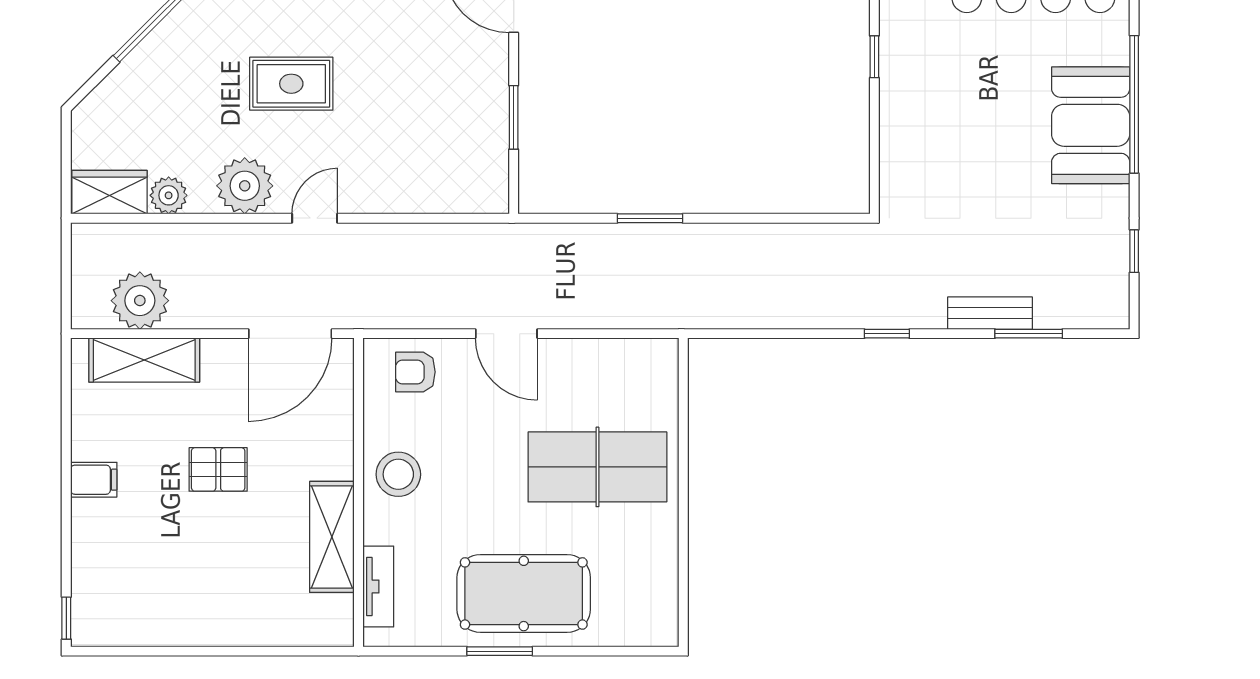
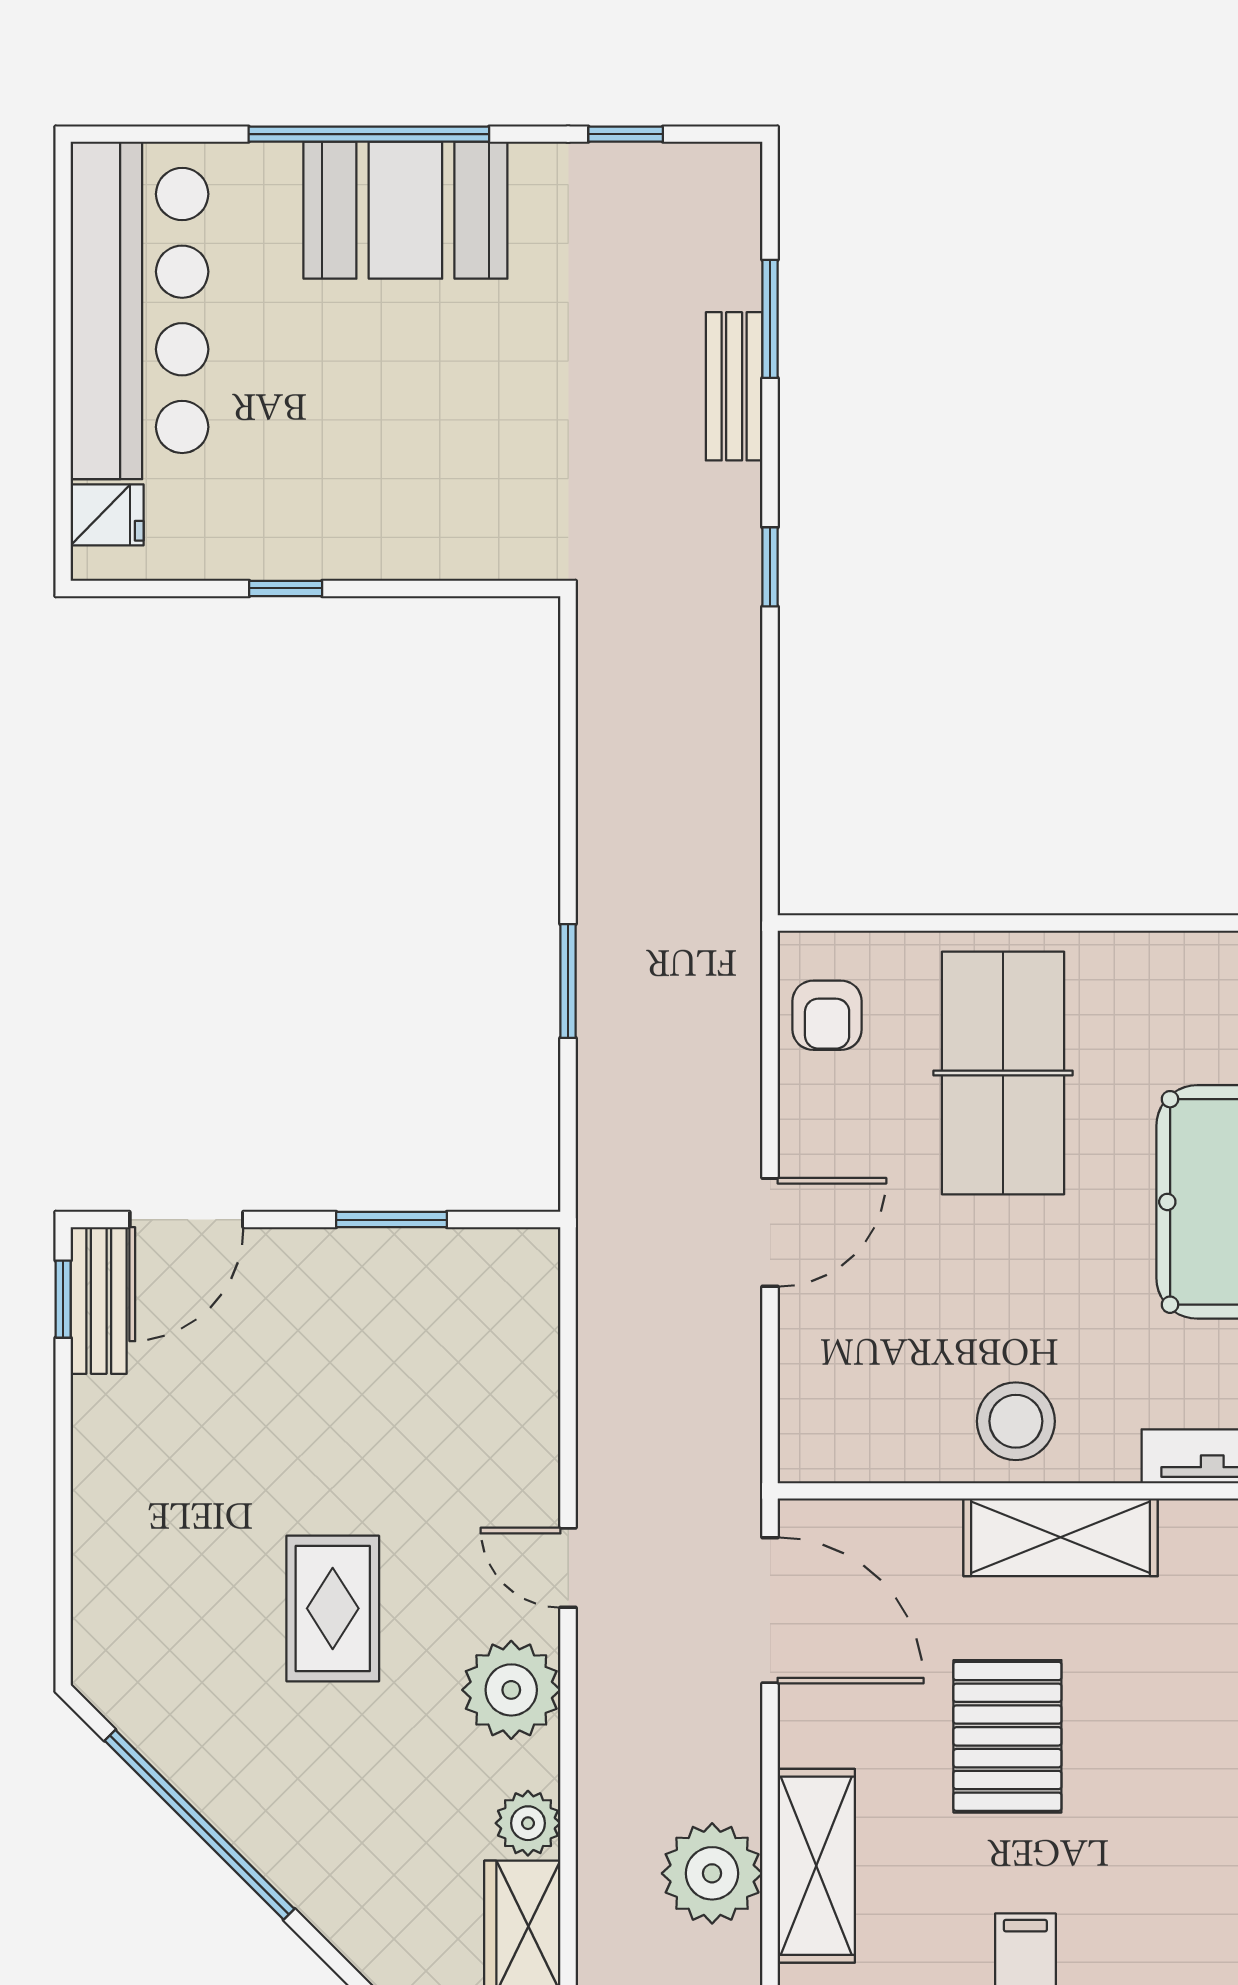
armchair: (415, 372) -> (827, 1015), moved
pallet: (218, 469) -> (1007, 1736), width x1.50, depth x1.42
shelving: (332, 537) -> (1061, 1537), moved

